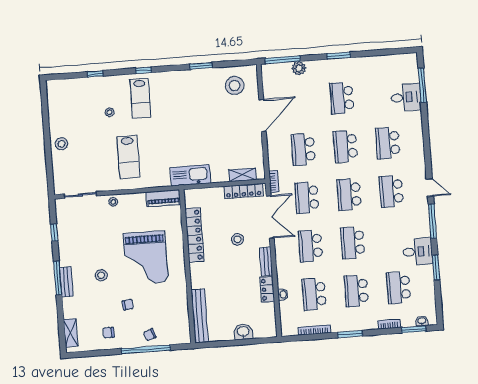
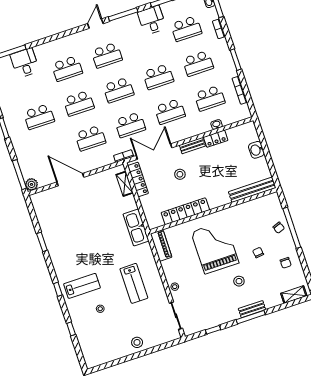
plant: (299, 68) -> (32, 184), moved
stool: (235, 85) -> (51, 209), removed
lab bench: (128, 157) -> (134, 283), turned 90
grand piano: (146, 258) -> (215, 247), turned -90

